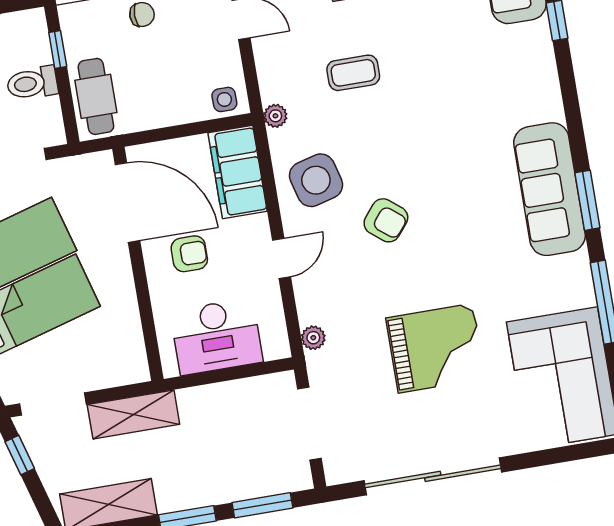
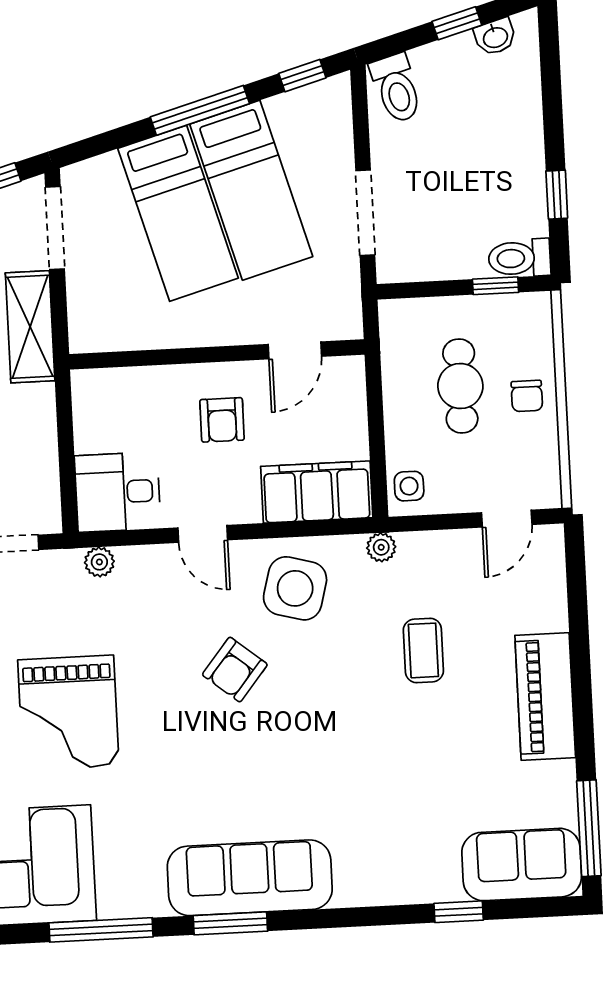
toilet: (32, 83) -> (519, 258), moved, turned -90
cafe table: (96, 96) -> (460, 386), moved, turned 90
side table: (316, 180) -> (295, 588), turned 30
door: (128, 203) -> (295, 350), width x0.53
desk: (216, 337) -> (118, 492), moved, width x0.73

